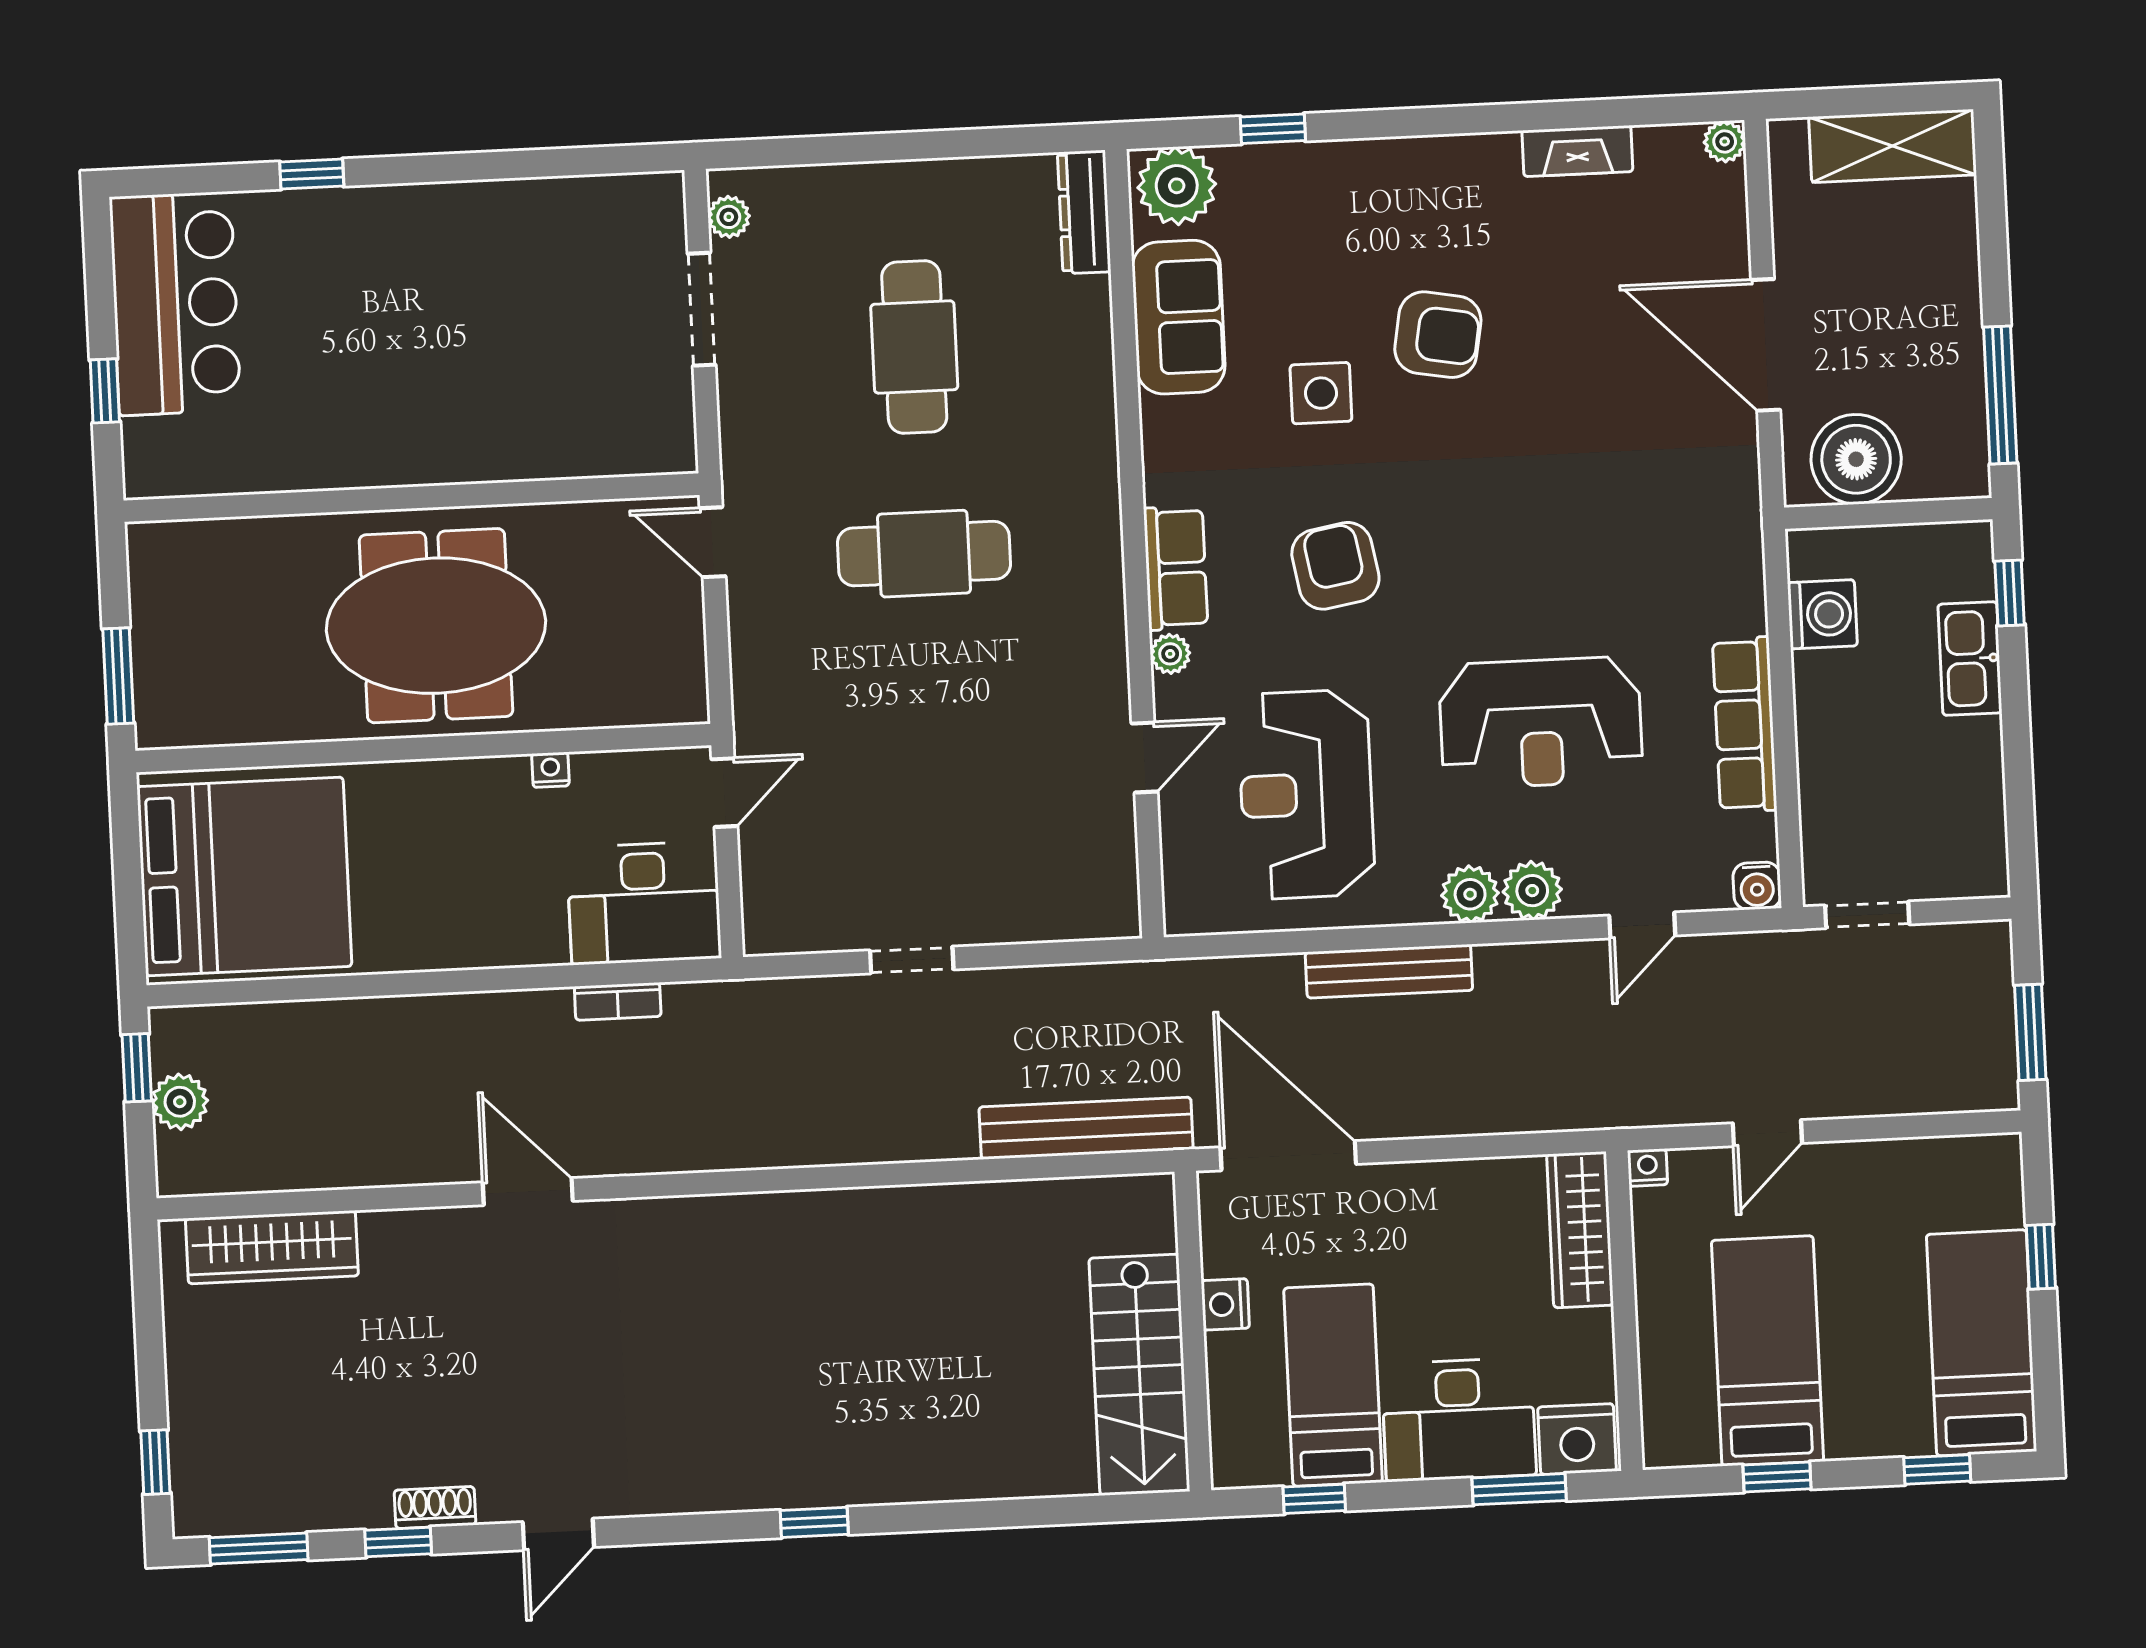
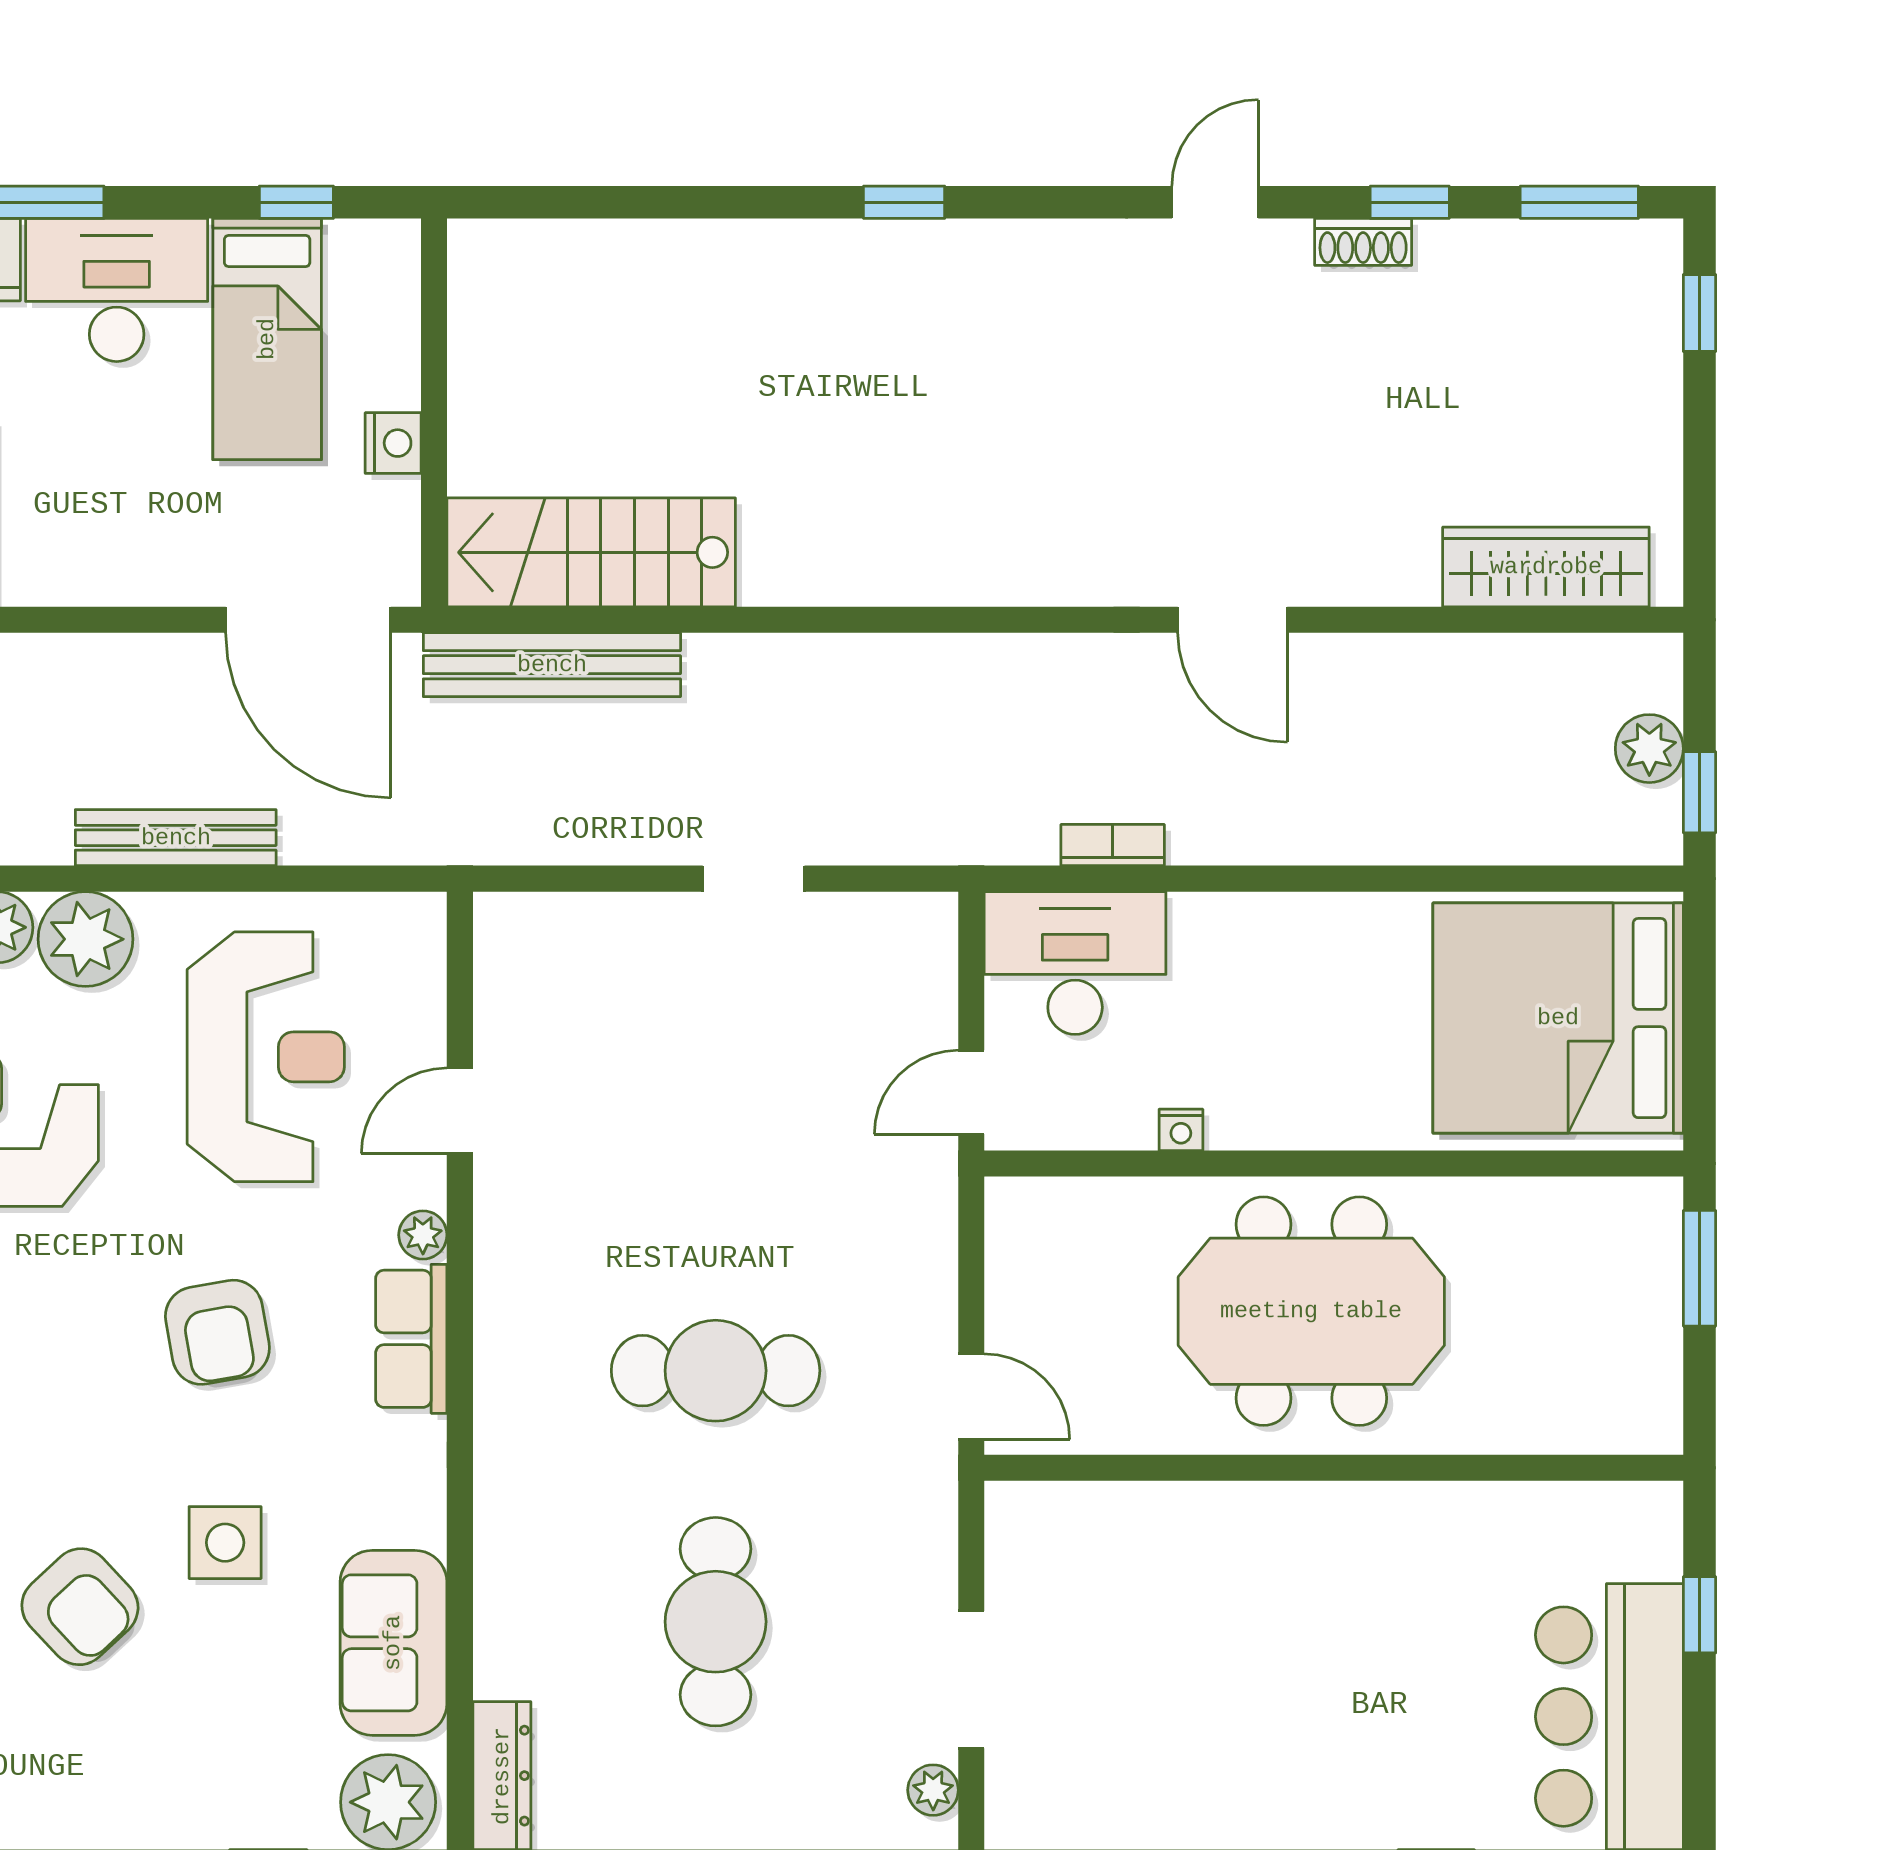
armchair: (1438, 335) -> (80, 1607), turned -143
plant: (1470, 894) -> (85, 939), width x1.36, depth x1.36
stairs: (1139, 1375) -> (591, 552), moved, turned -90

